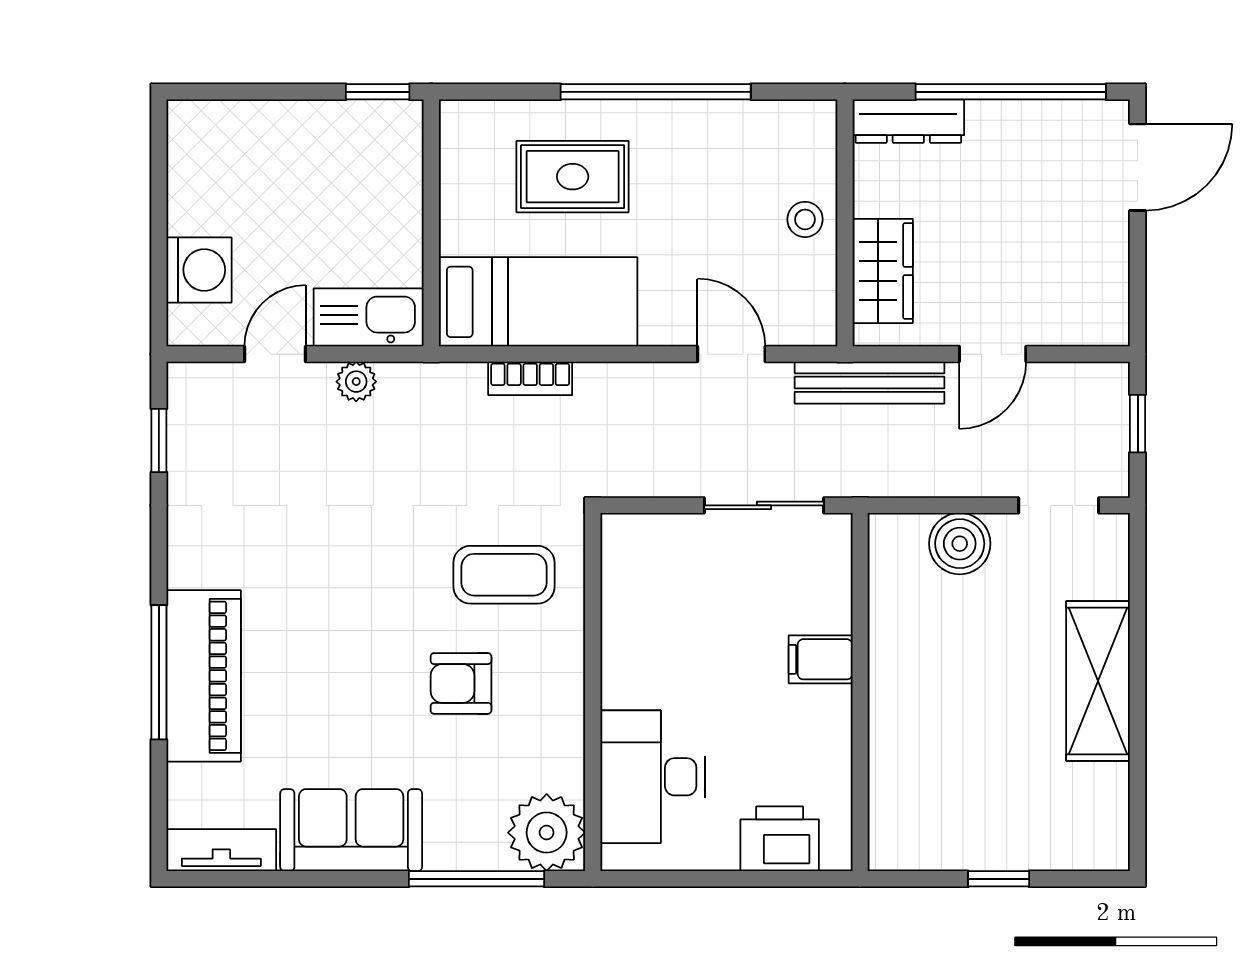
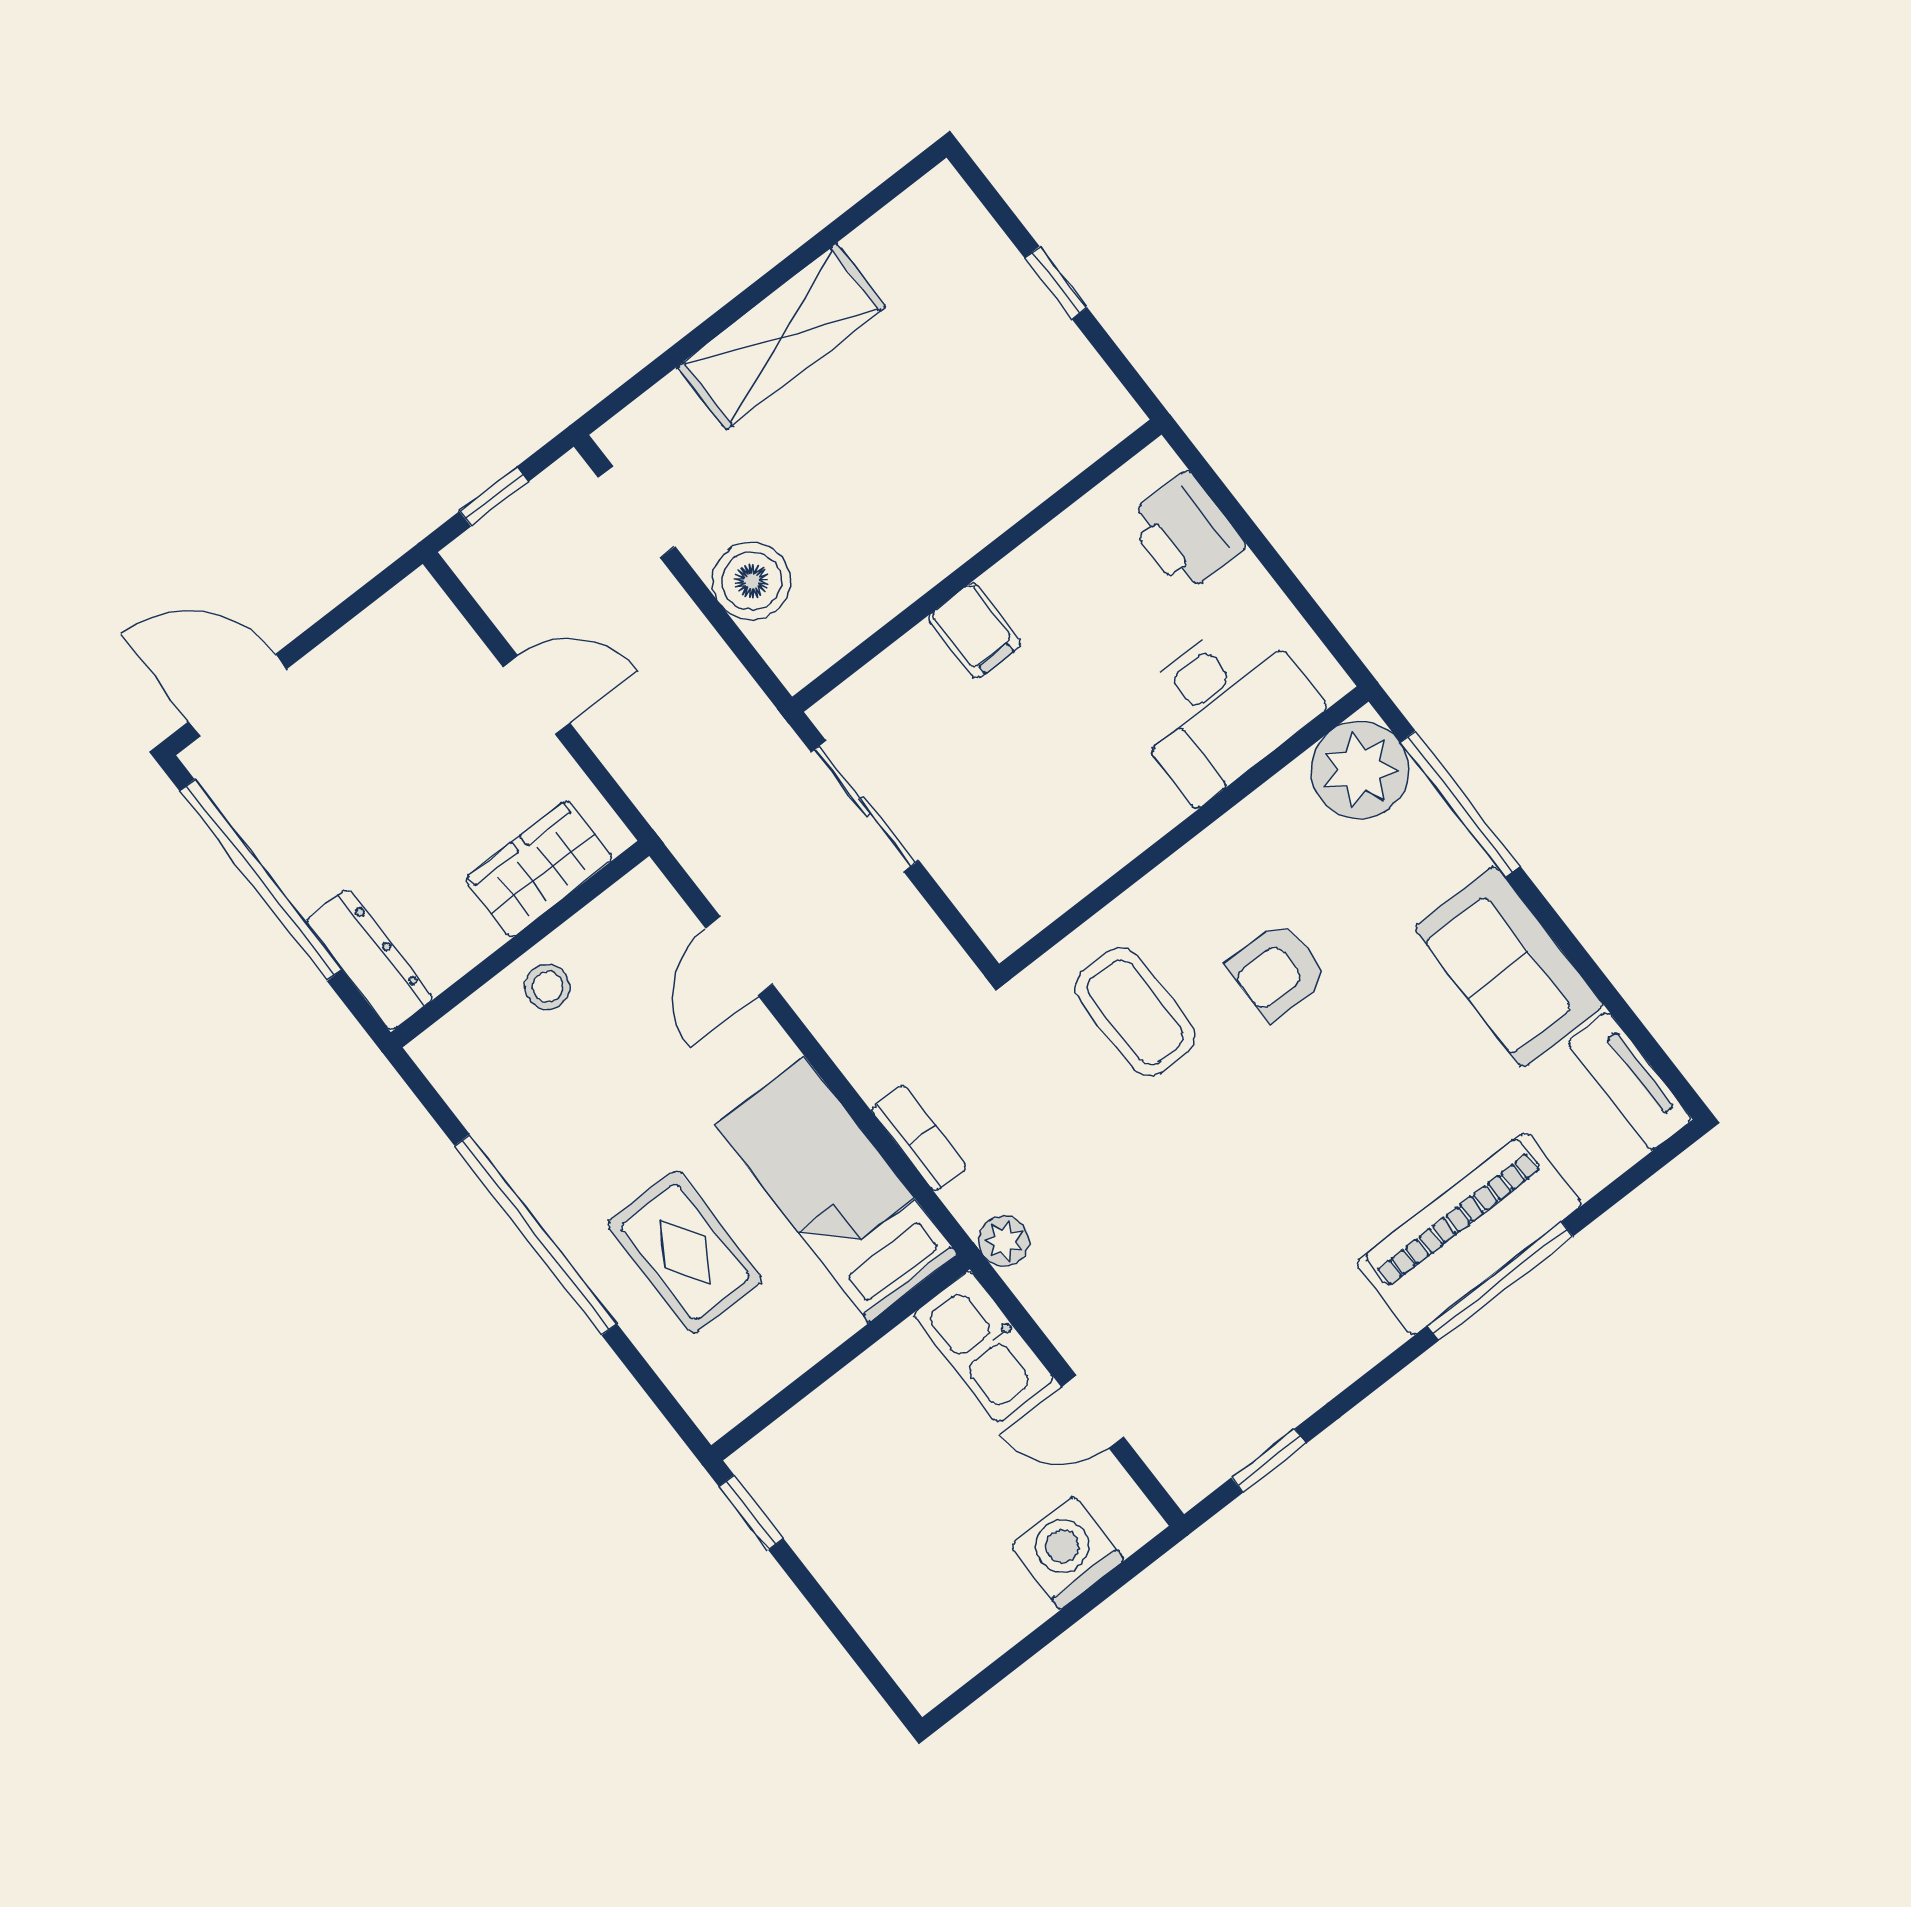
plant: (356, 382) -> (1004, 1241), moved
bench: (870, 383) -> (660, 796), removed
armchair: (461, 683) -> (1277, 971), turned 90

